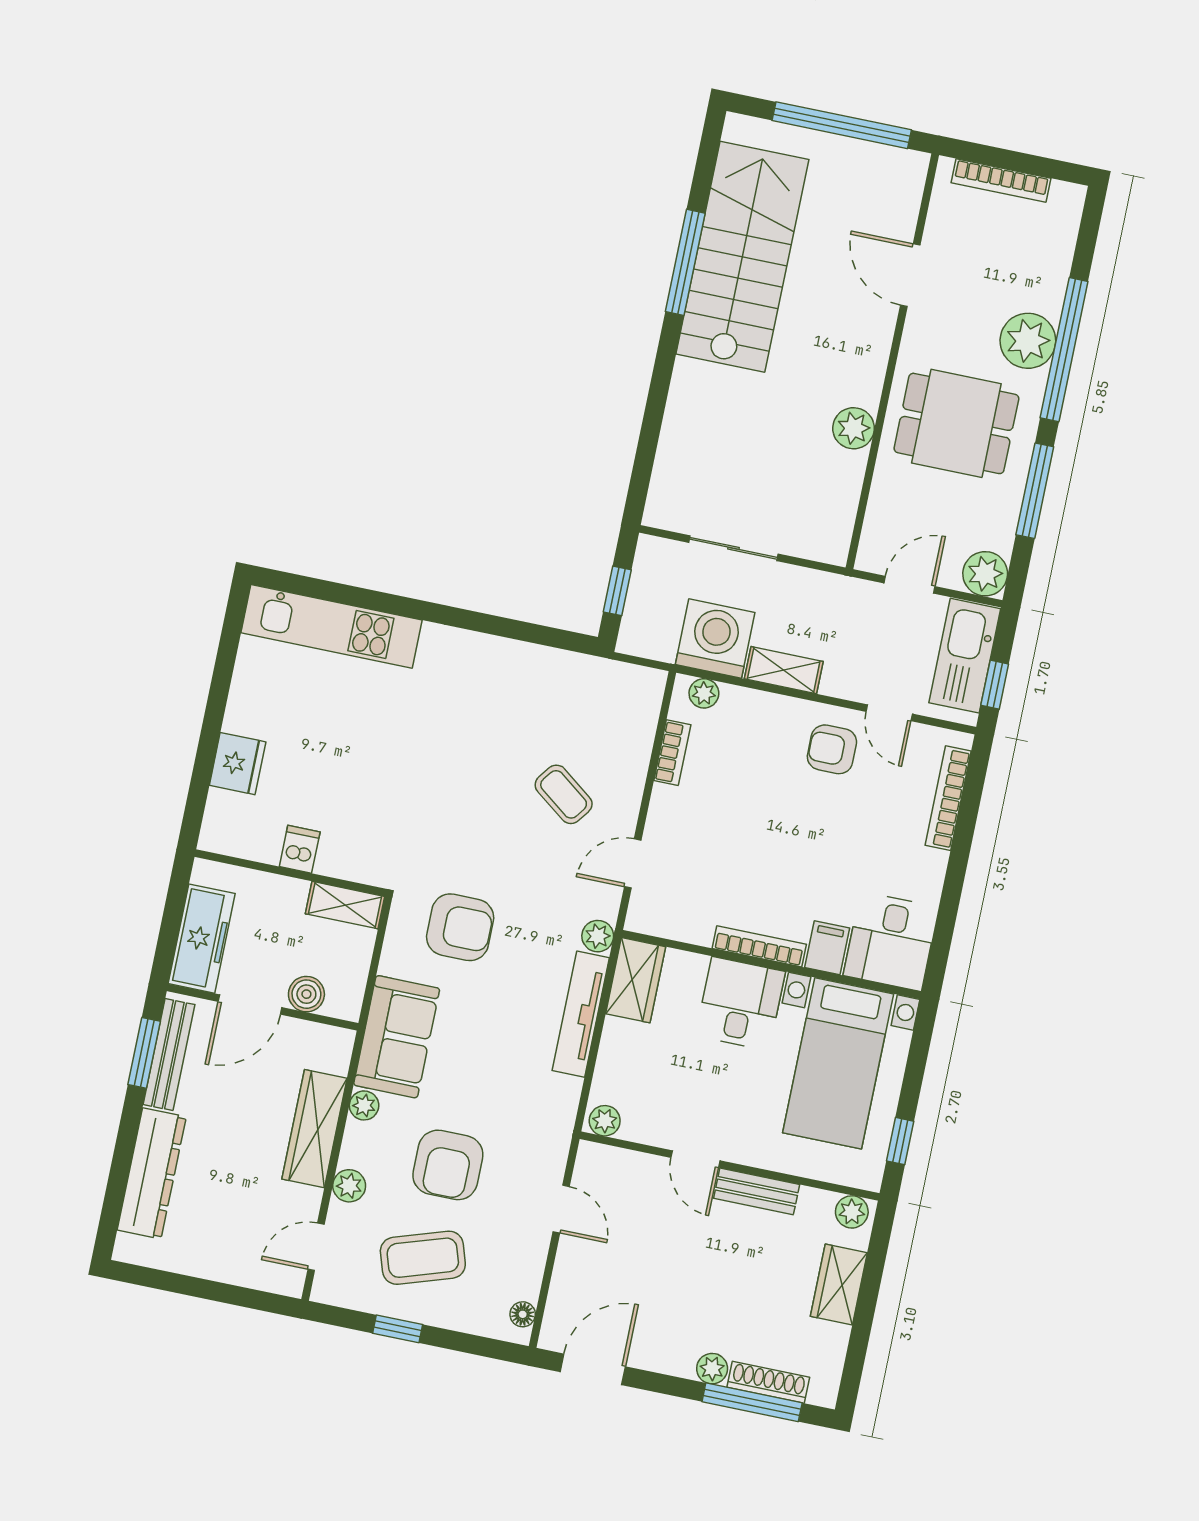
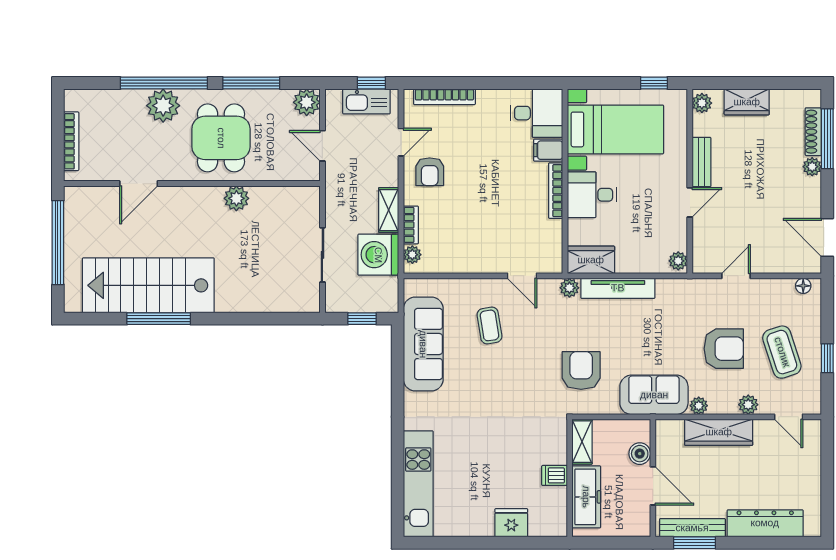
kitchen sink: (965, 656) -> (366, 101), width x0.73, depth x0.81
sofa: (556, 681) -> (423, 344), added
bookcase: (672, 753) -> (411, 225), moved, turned 90
coffee table: (564, 794) -> (489, 325), turned -46
freezer: (202, 939) -> (586, 497), moved, turned 90

